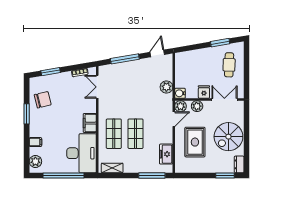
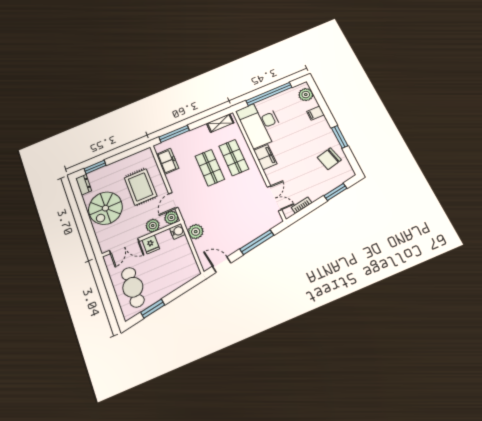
door: (157, 53) -> (222, 265), swing flipped
cafe table: (229, 65) -> (133, 287), width x1.37, depth x1.35
spiral stairs: (228, 137) -> (105, 208), turned 180

